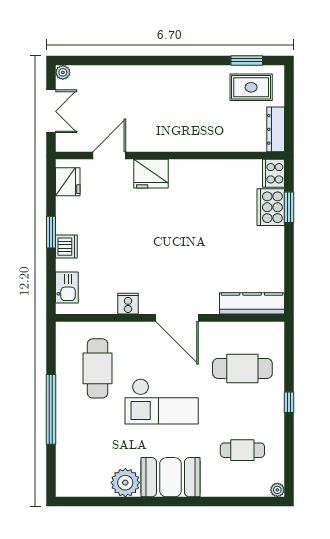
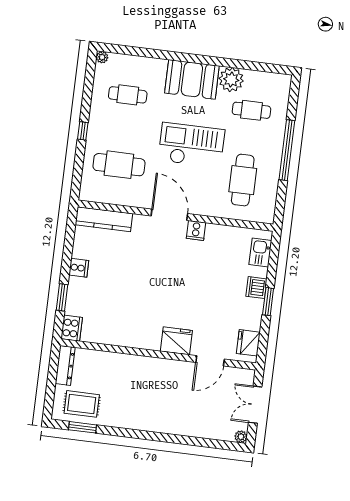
cooker: (271, 207) -> (79, 268), moved, width x0.53, depth x0.76
cooker: (128, 304) -> (196, 230), moved
cafe table: (98, 450) -> (251, 110), added

